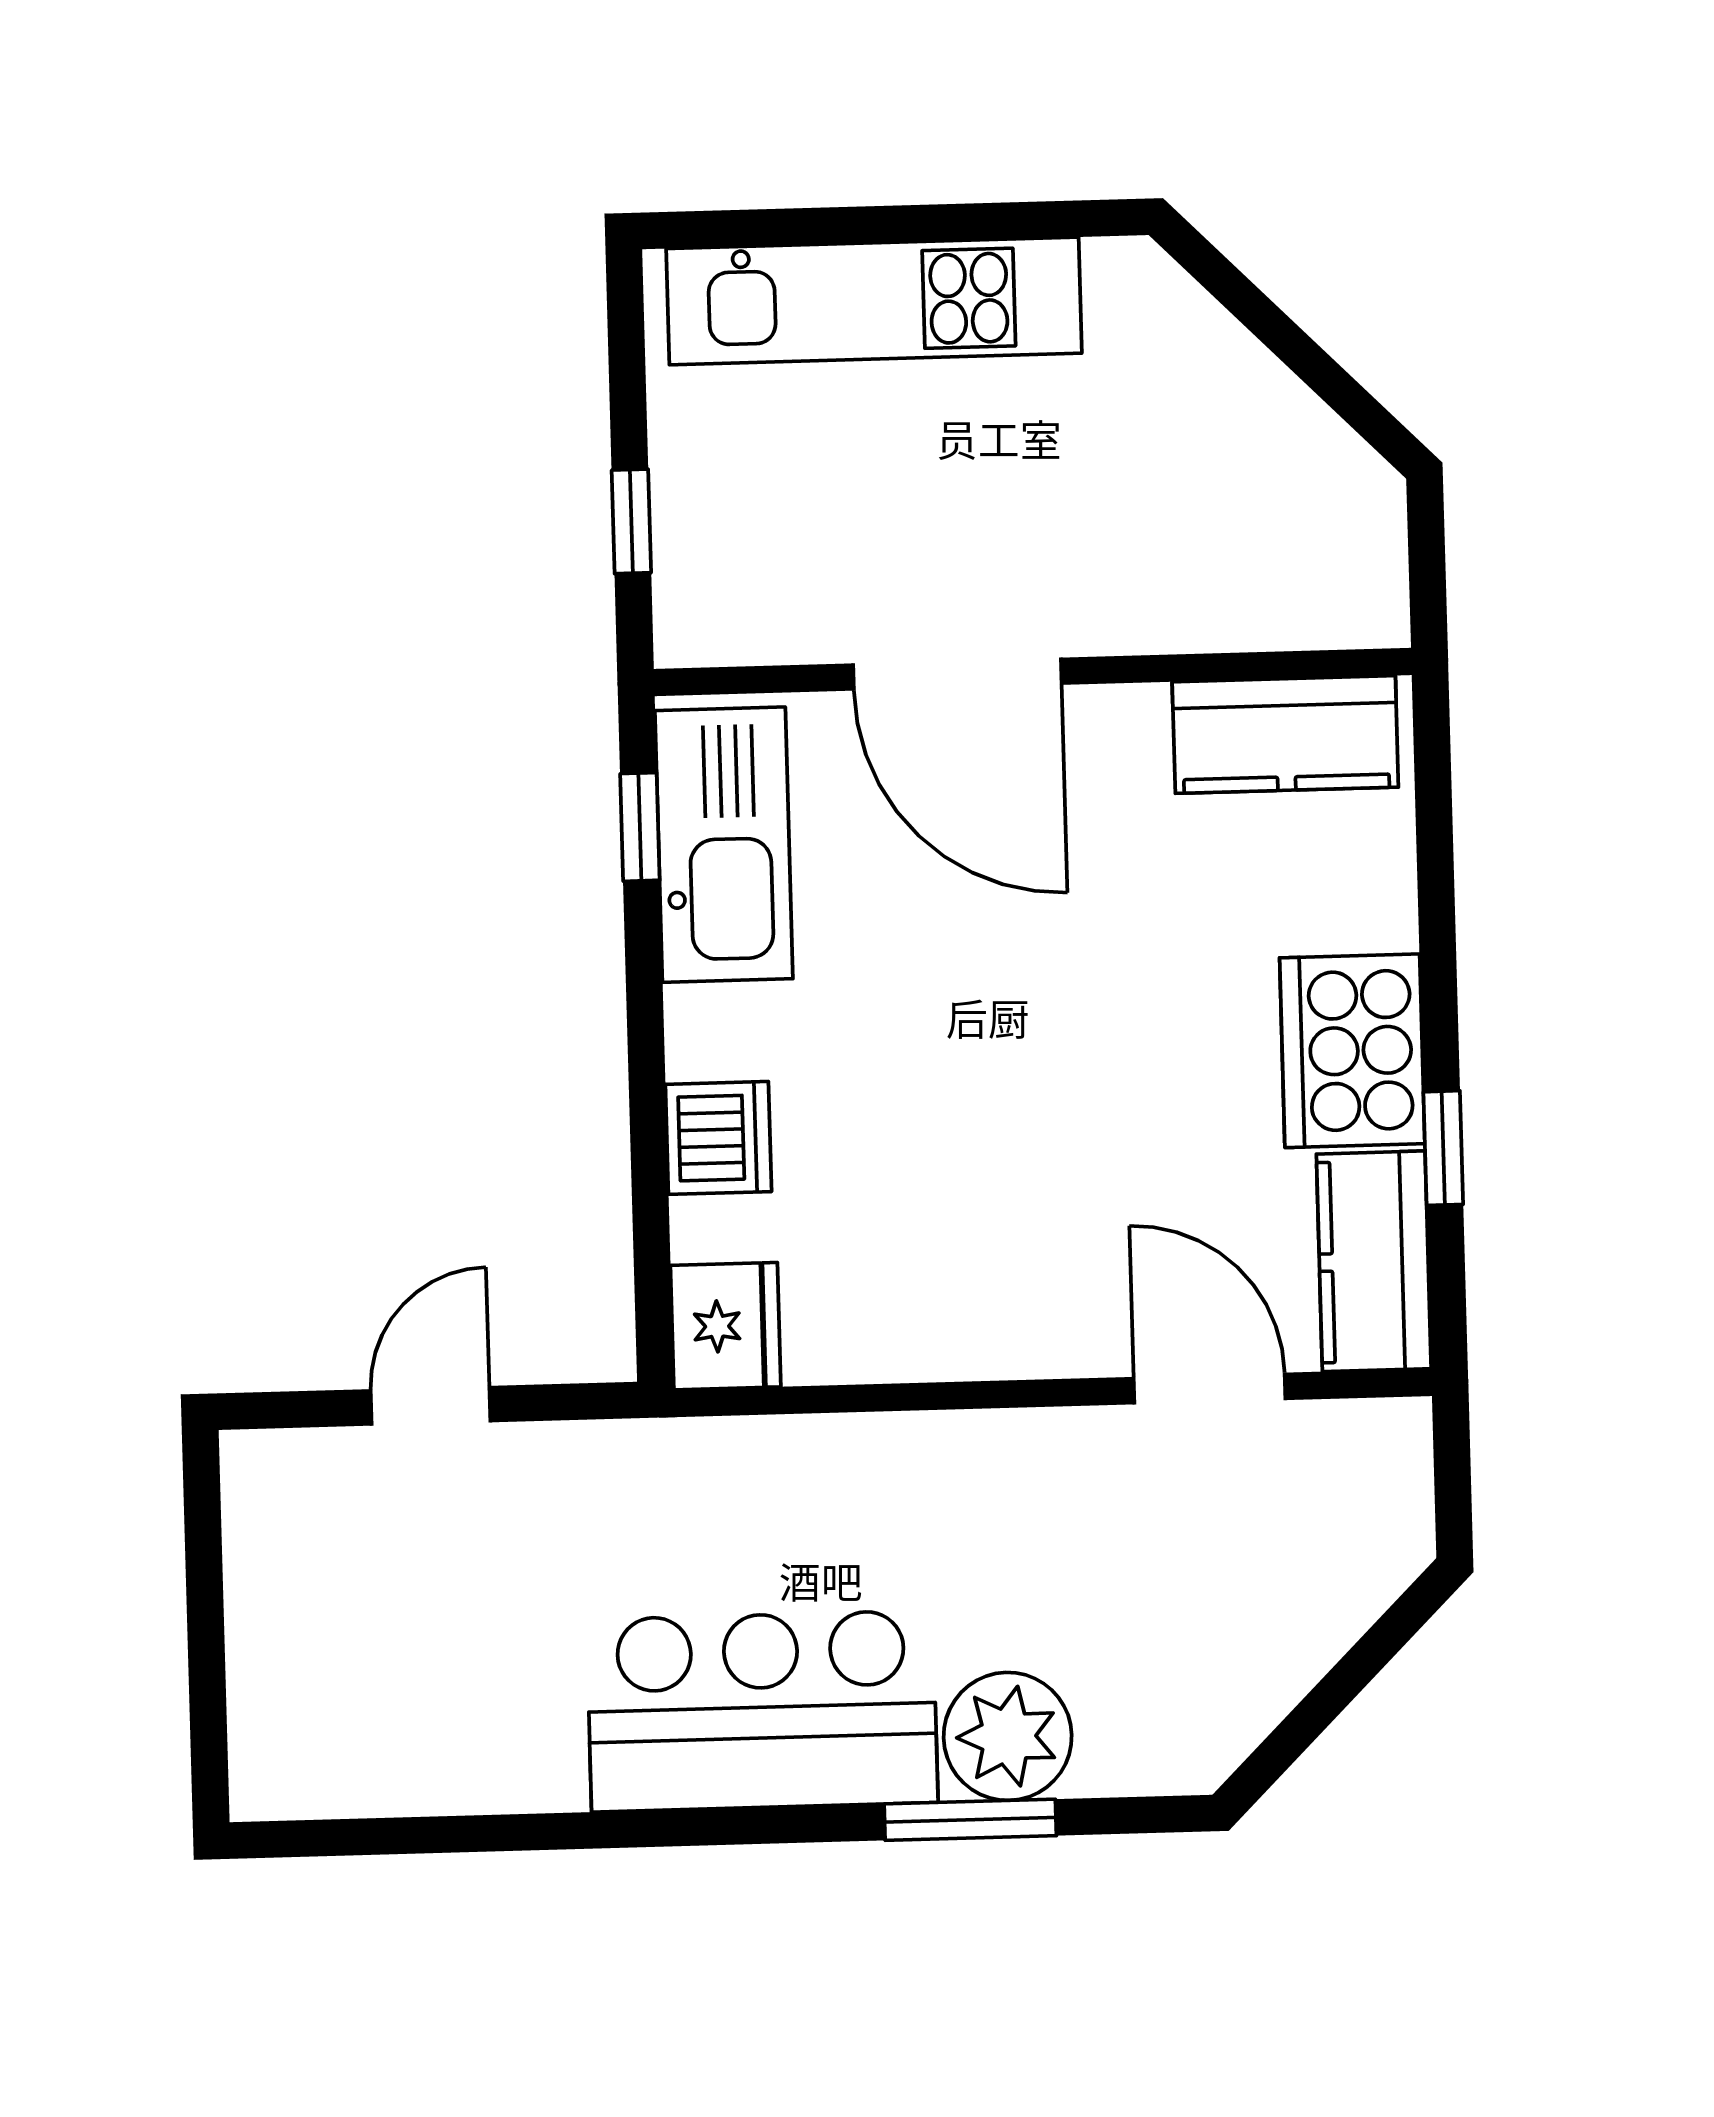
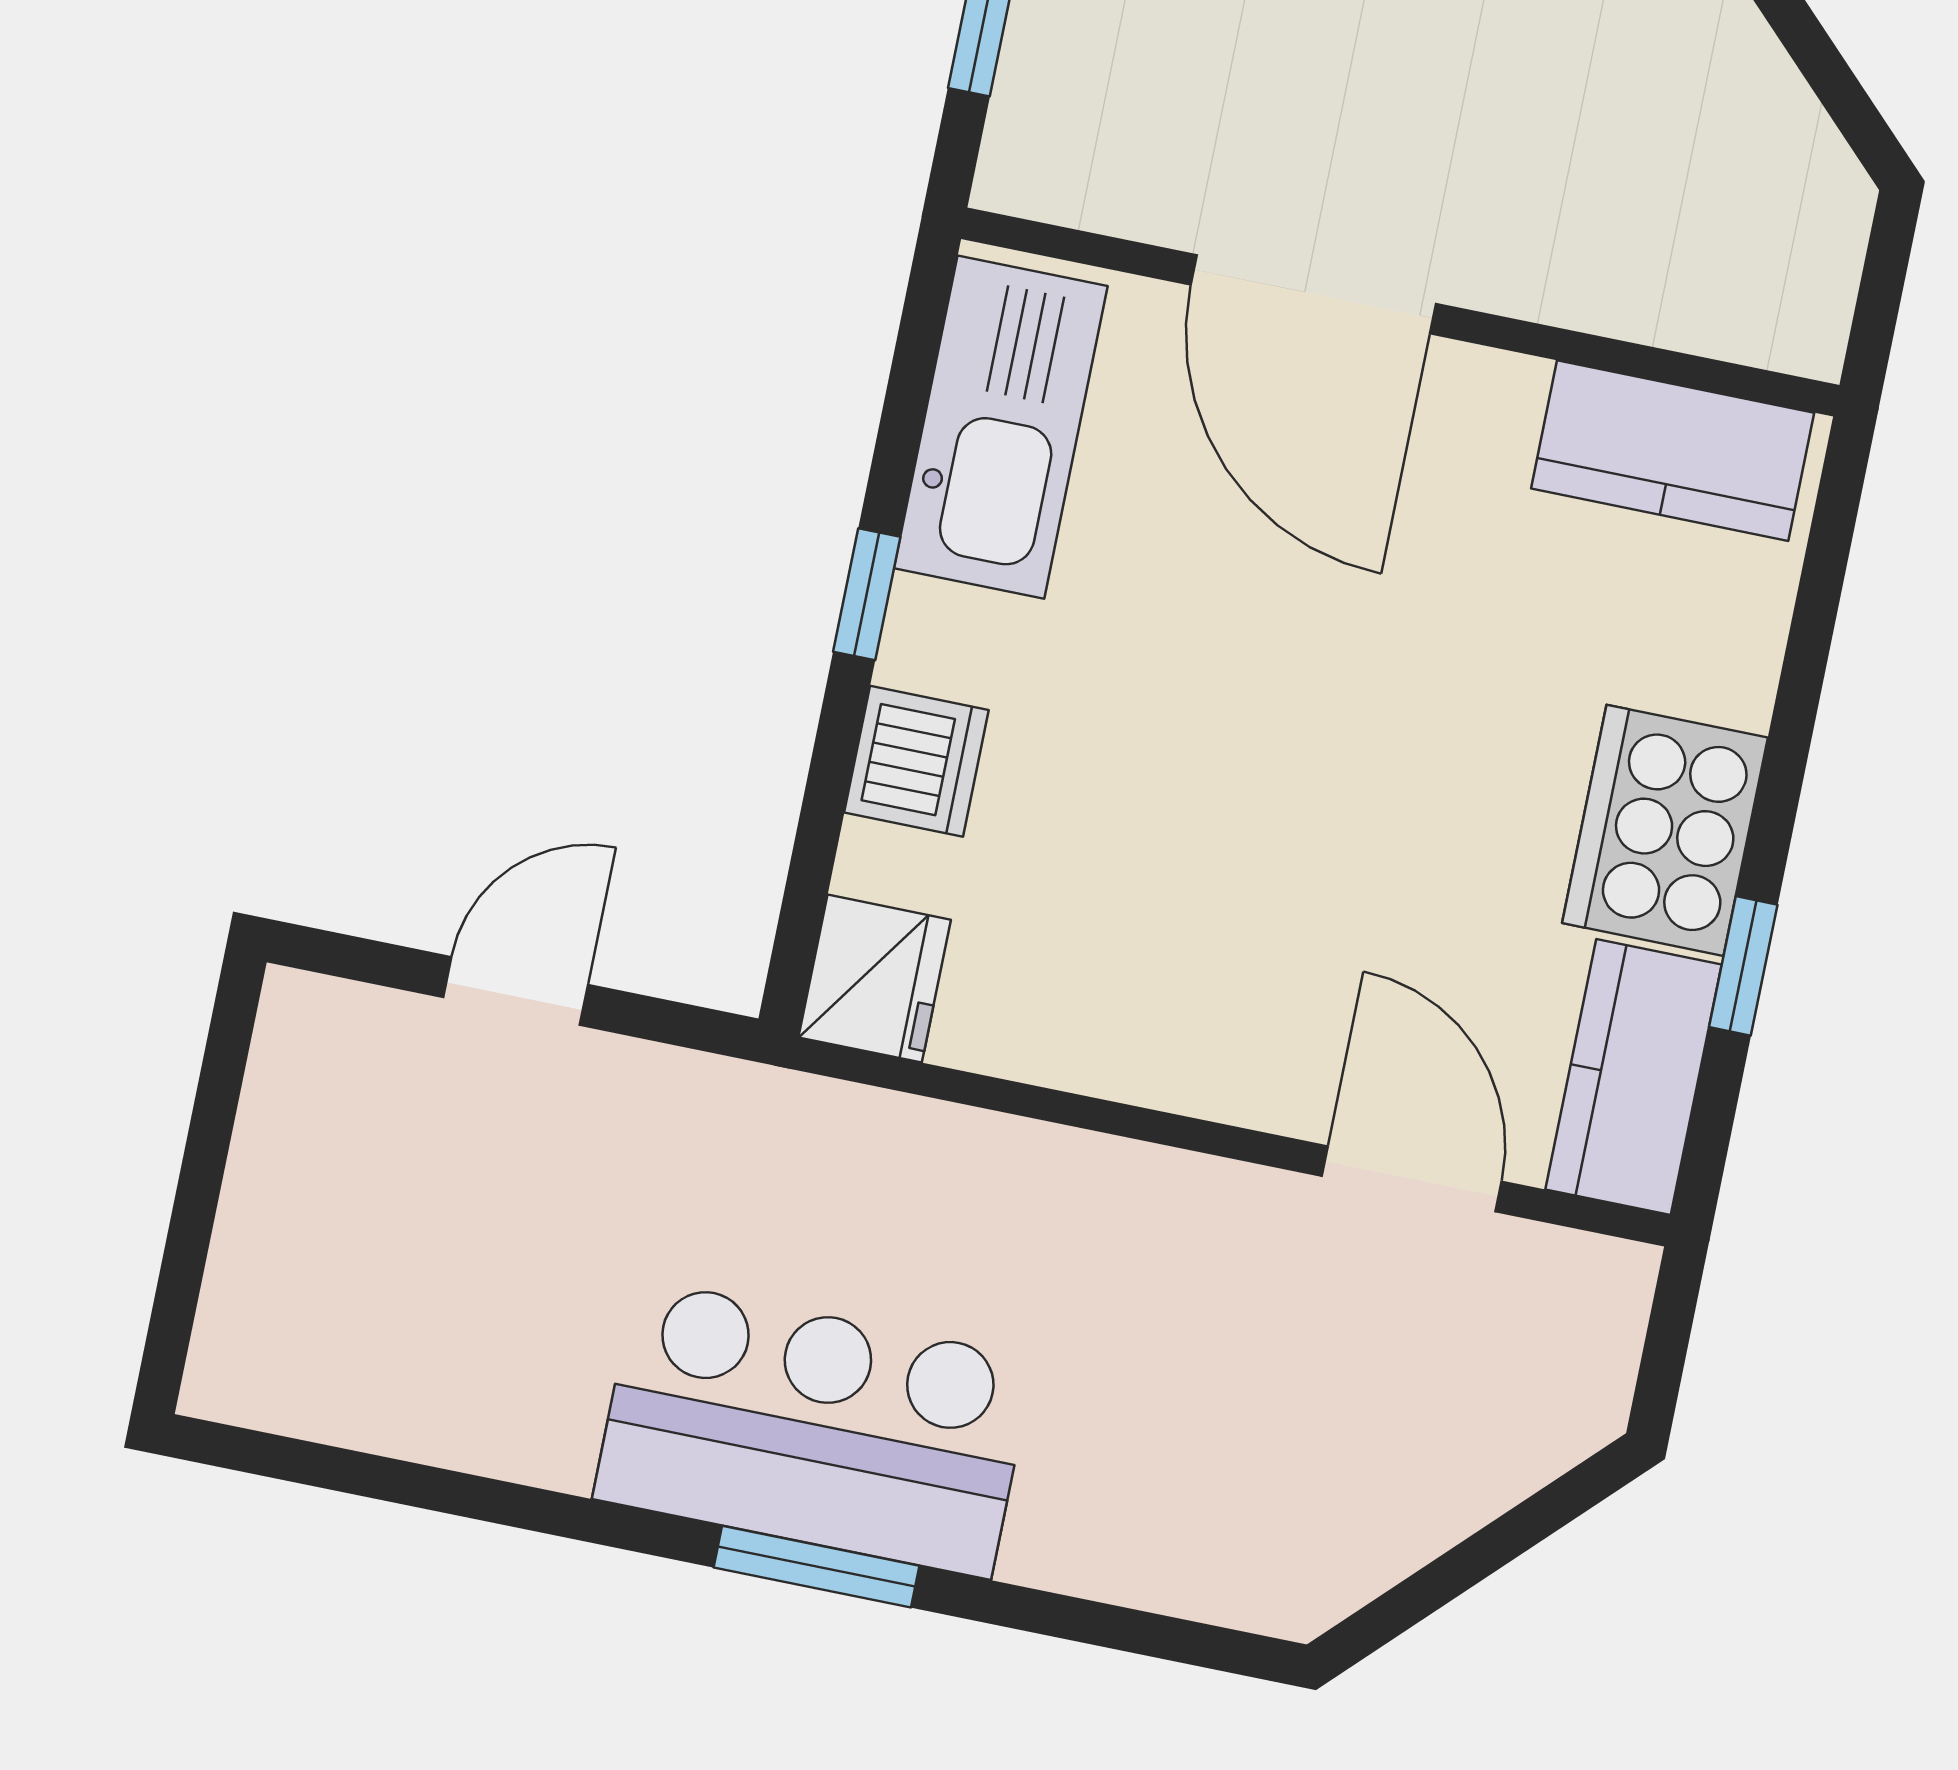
window: (640, 827) -> (867, 594), moved
plant: (1008, 1736) -> (1088, 1523), removed
window: (970, 1820) -> (816, 1567), moved

